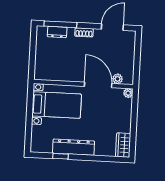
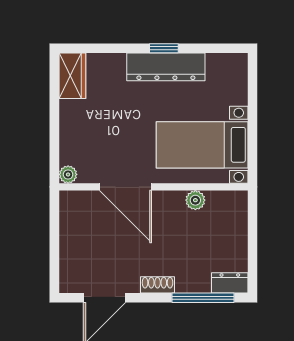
dresser: (57, 32) -> (230, 283), moved
plant: (118, 79) -> (195, 200), moved
window: (60, 156) -> (164, 48), moved

